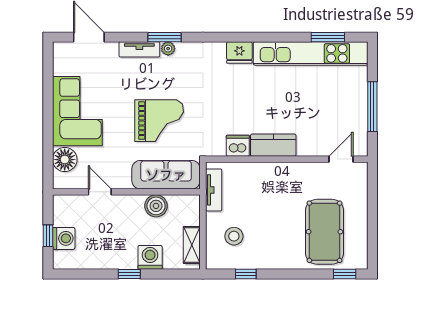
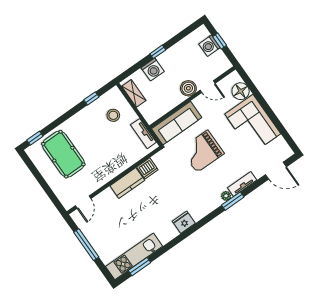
kitchen unit: (311, 53) -> (134, 256), width x0.73
boiler: (156, 206) -> (188, 88), moved

